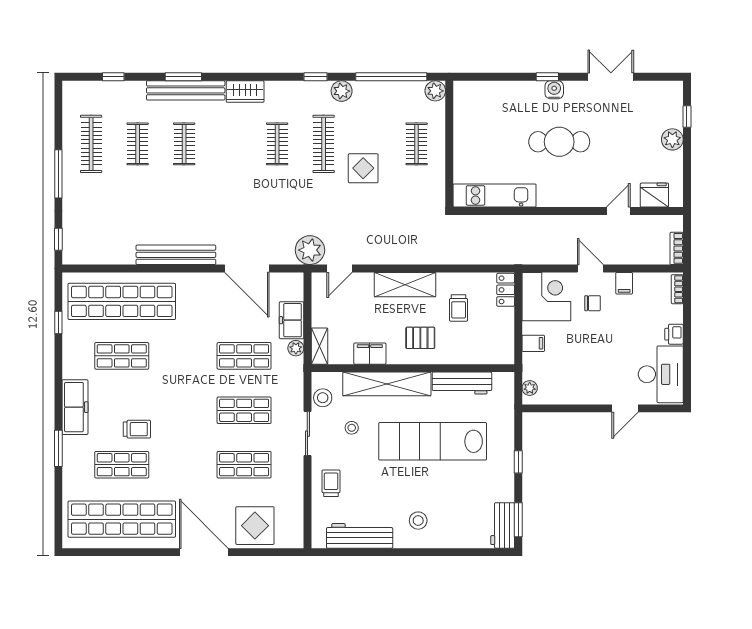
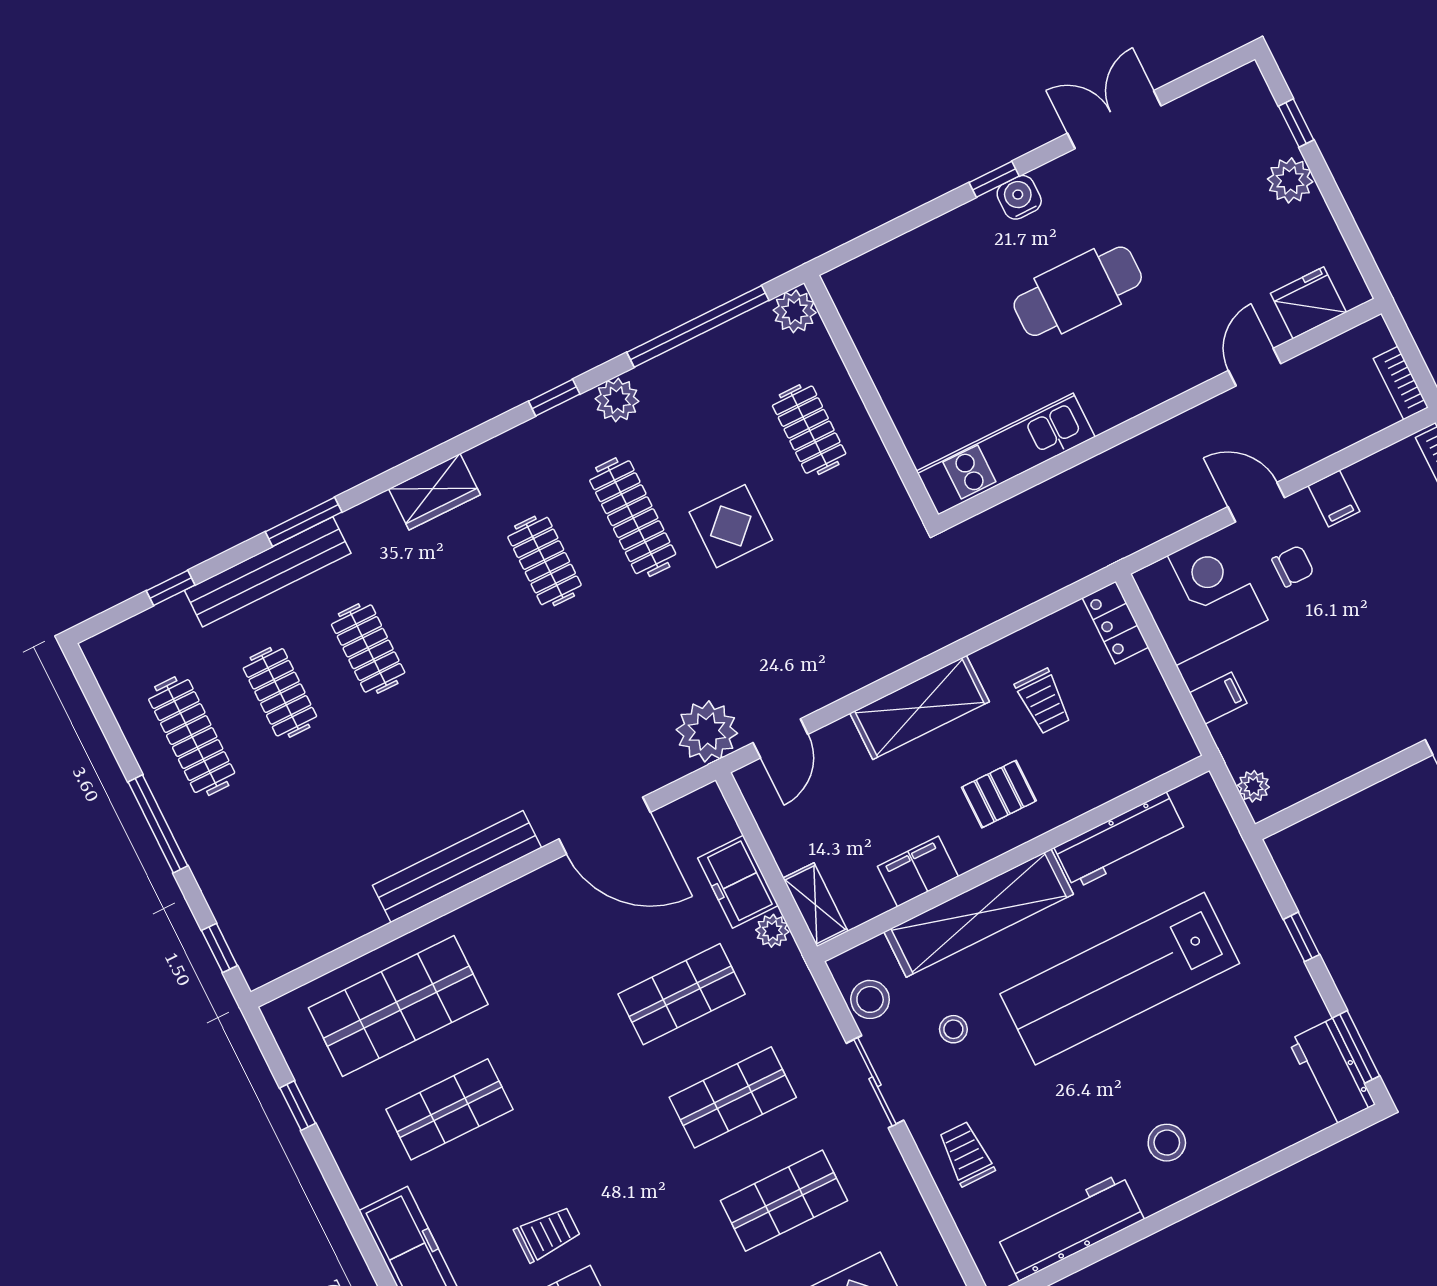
bench: (186, 90) -> (268, 572), moved
shop shelf: (122, 301) -> (398, 1006), width x0.71

